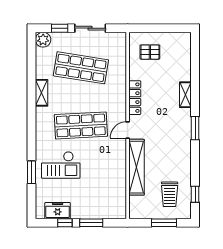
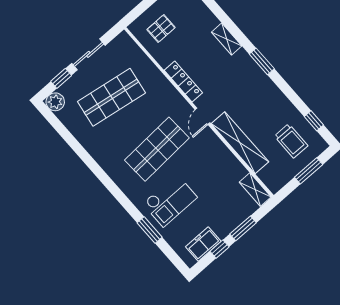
shelving: (42, 93) -> (255, 189), moved

